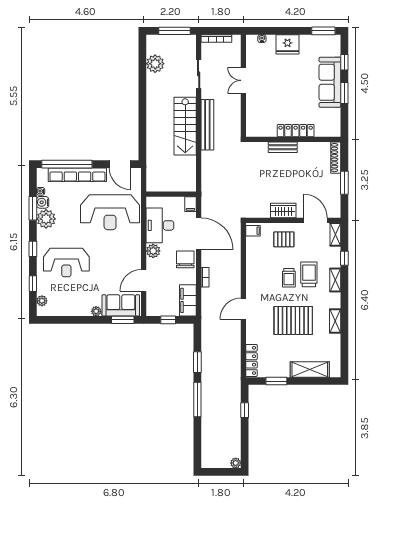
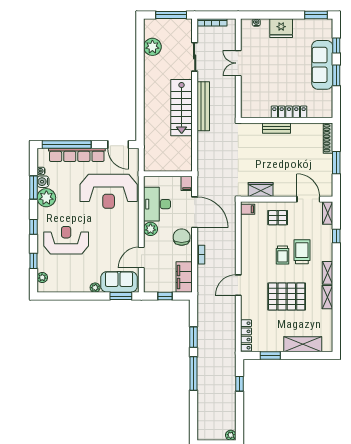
wardrobe: (283, 210) -> (261, 190), moved
reception desk: (66, 263) -> (66, 240), turned 180
shelving: (335, 280) -> (328, 273), moved

